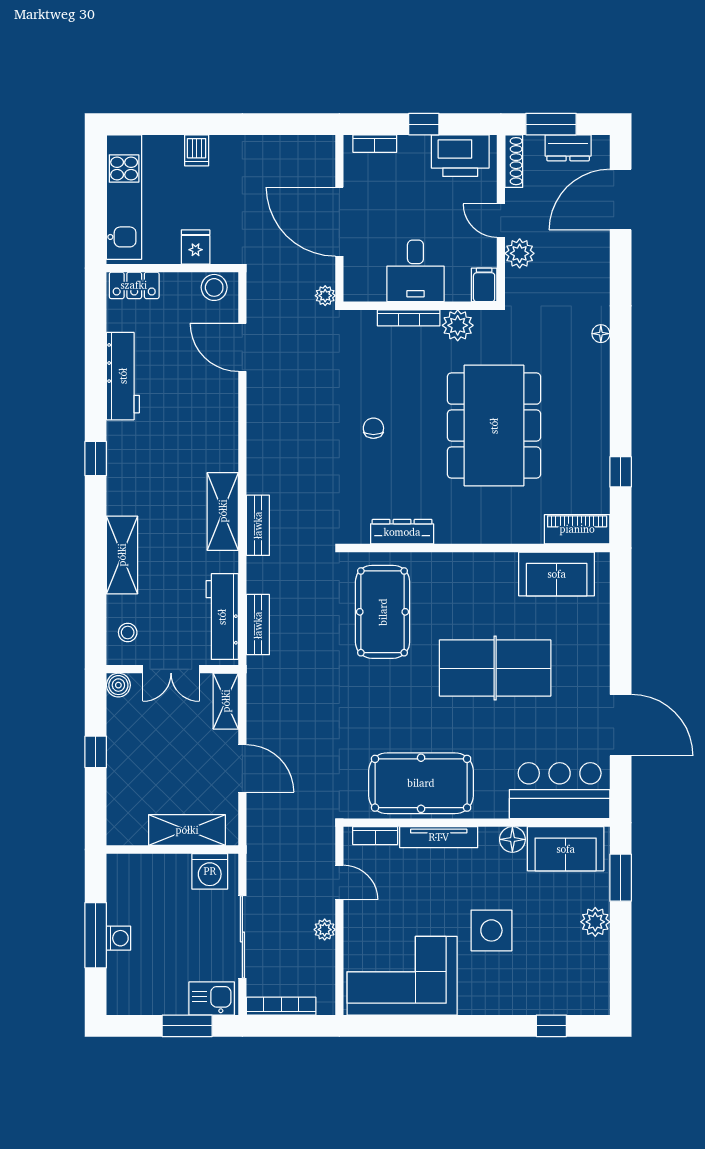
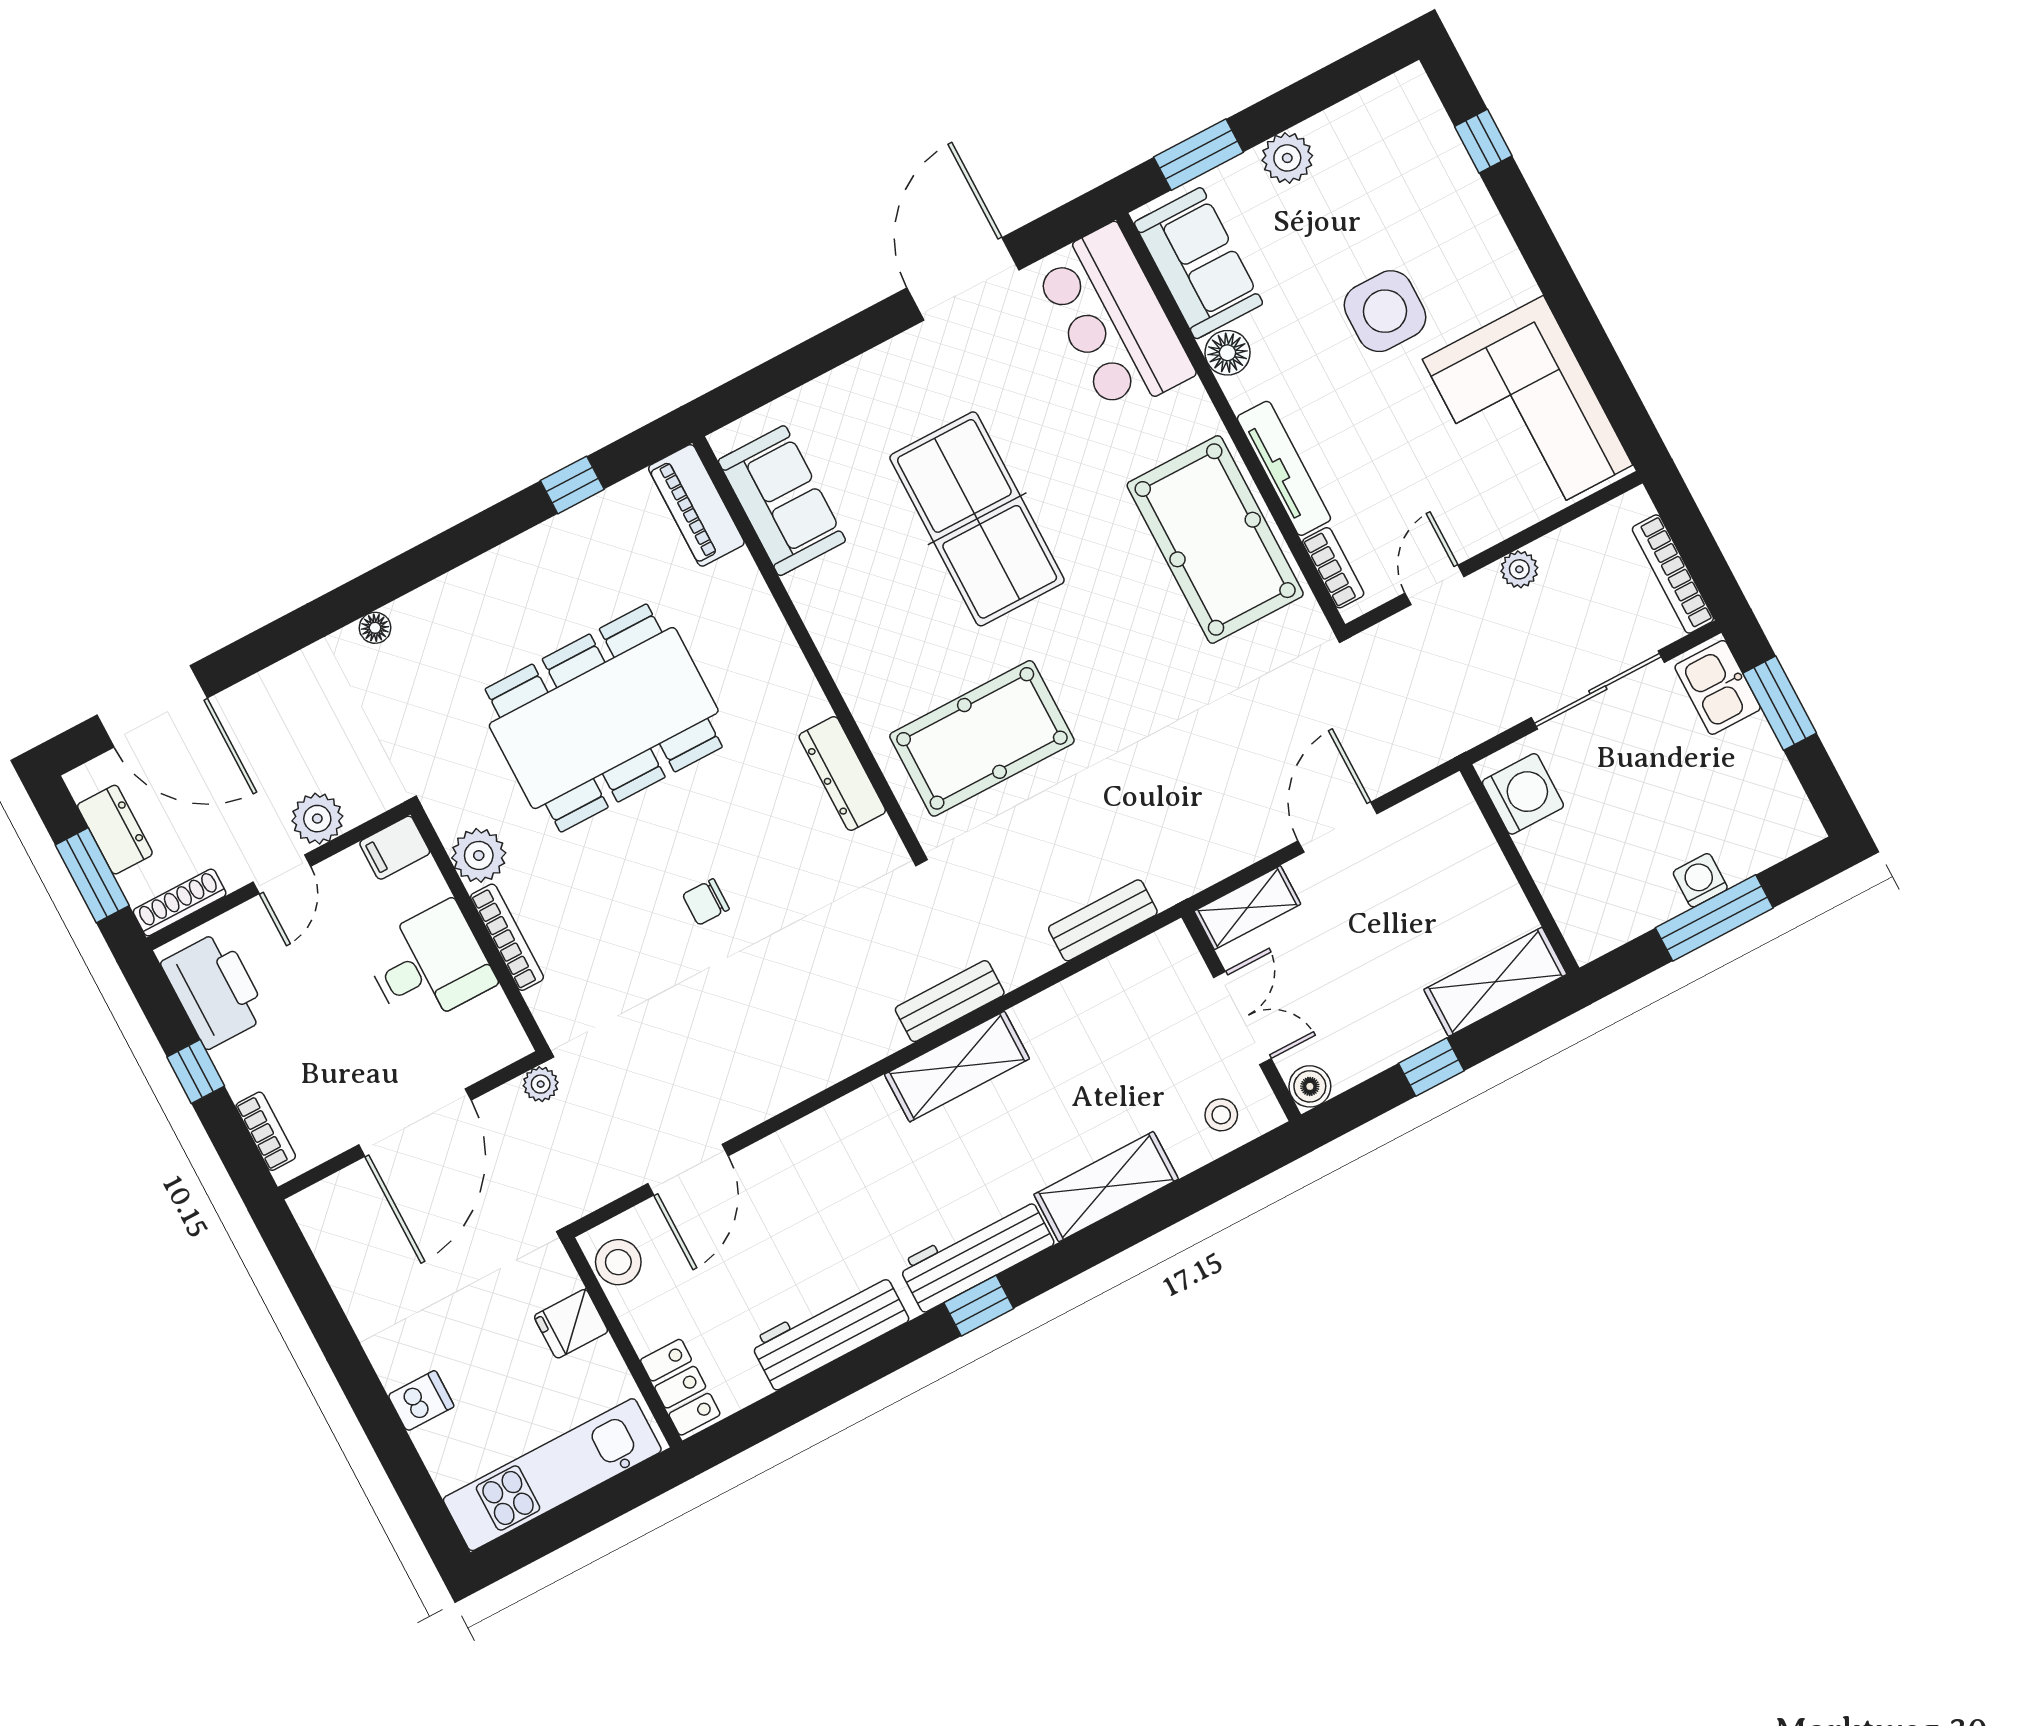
workbench: (222, 617) -> (976, 1254), moved, turned 180
shelving: (187, 830) -> (1495, 982), moved, turned 90

